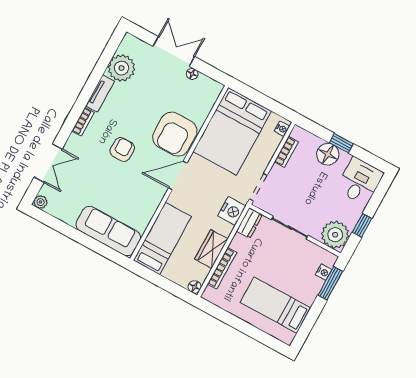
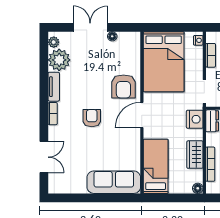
armchair: (175, 134) -> (123, 86), width x0.73, depth x0.73
plant: (40, 202) -> (54, 42), moved

